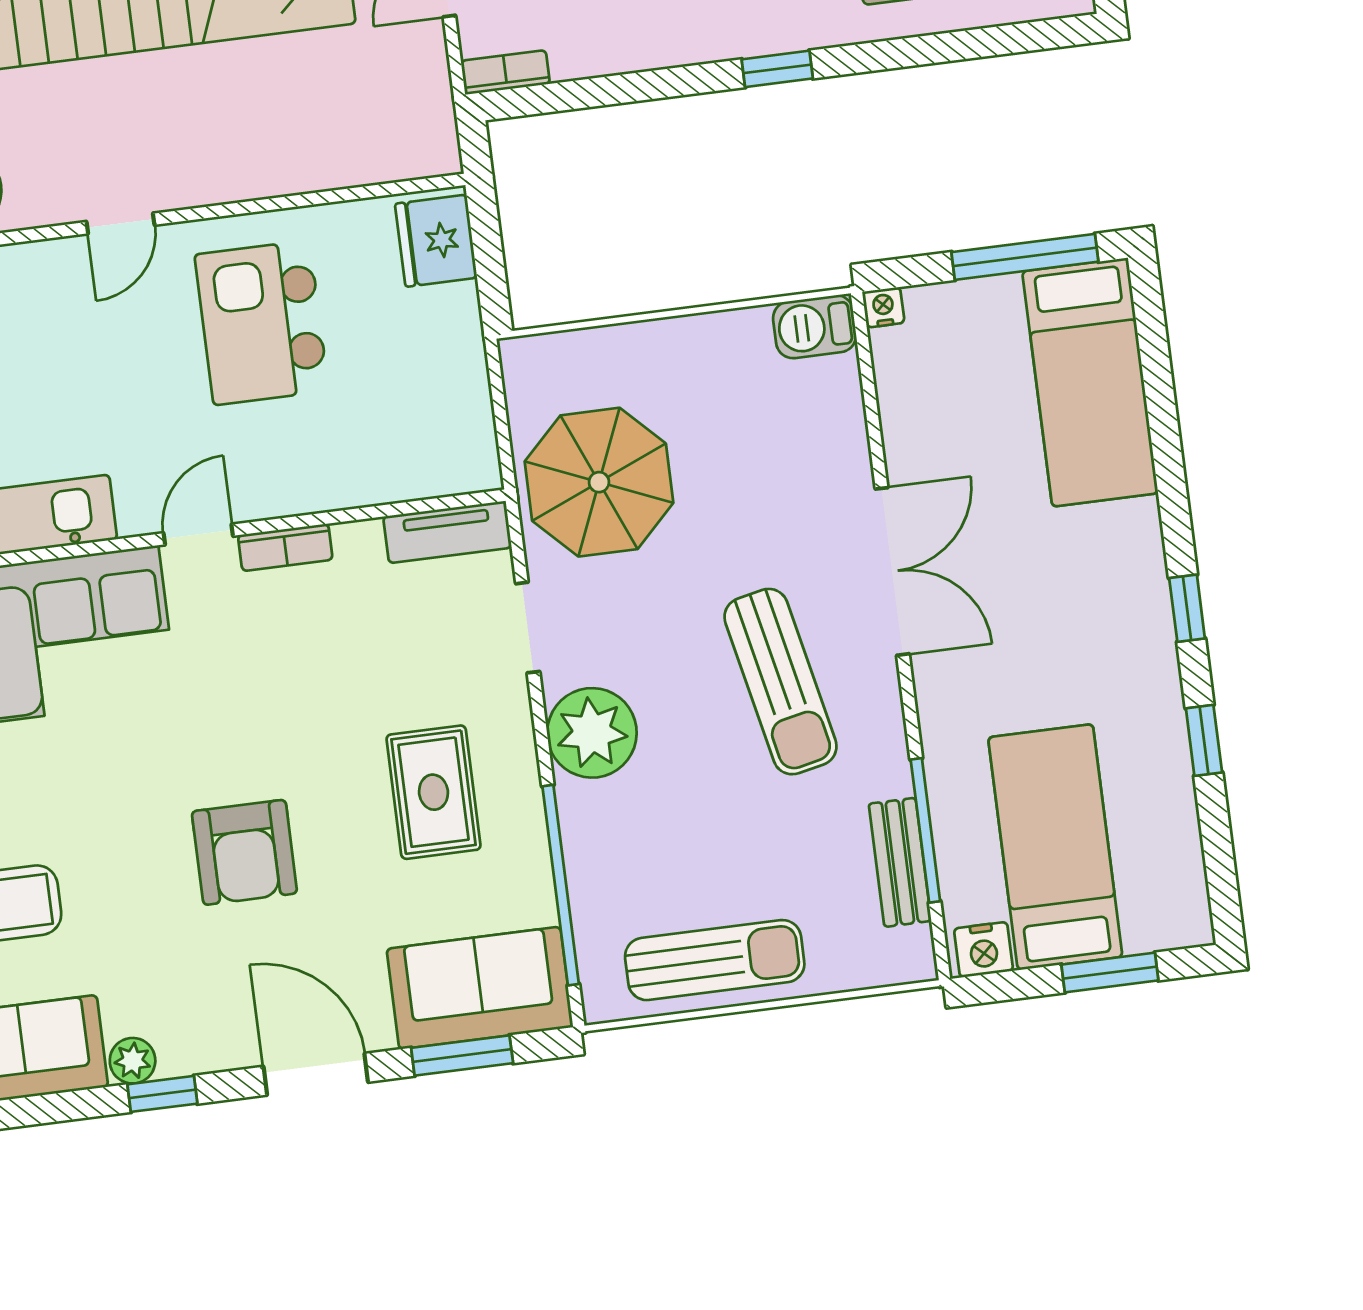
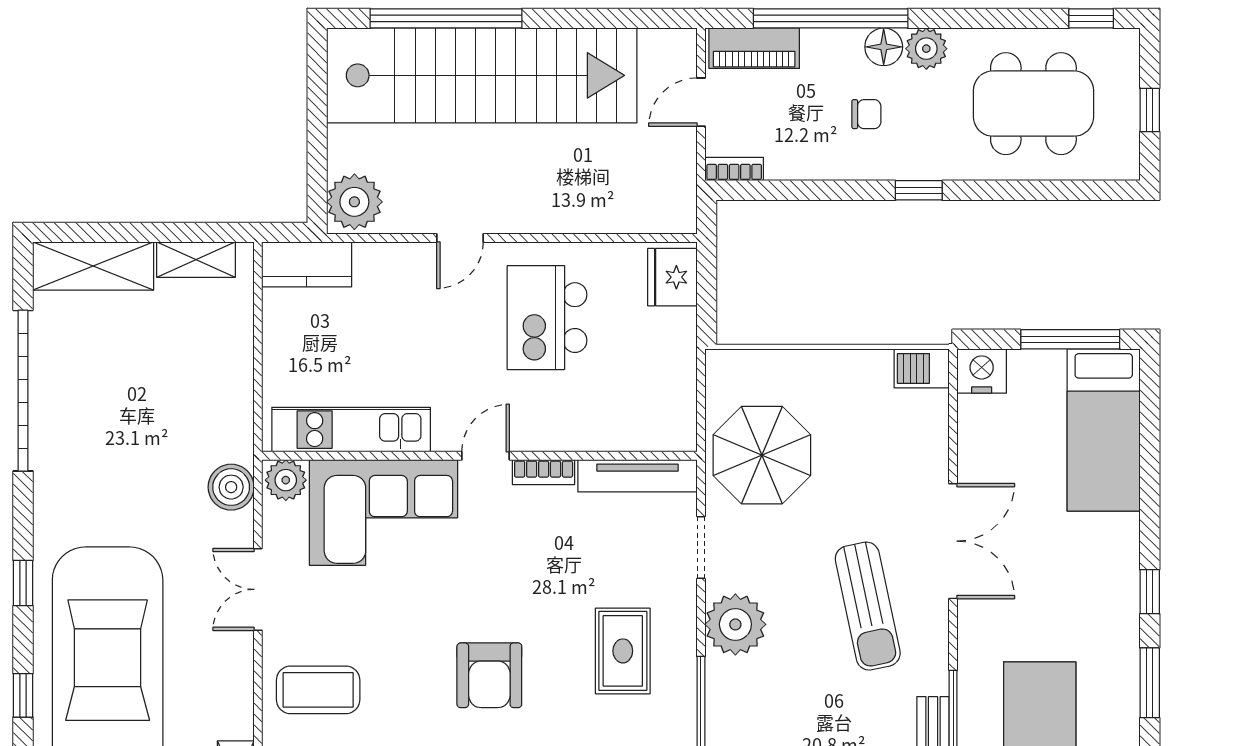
nightstand: (883, 307) -> (982, 371), width x1.89, depth x1.79
tv unit: (447, 532) -> (637, 476), width x1.41
window: (1204, 740) -> (1150, 683), width x1.50

